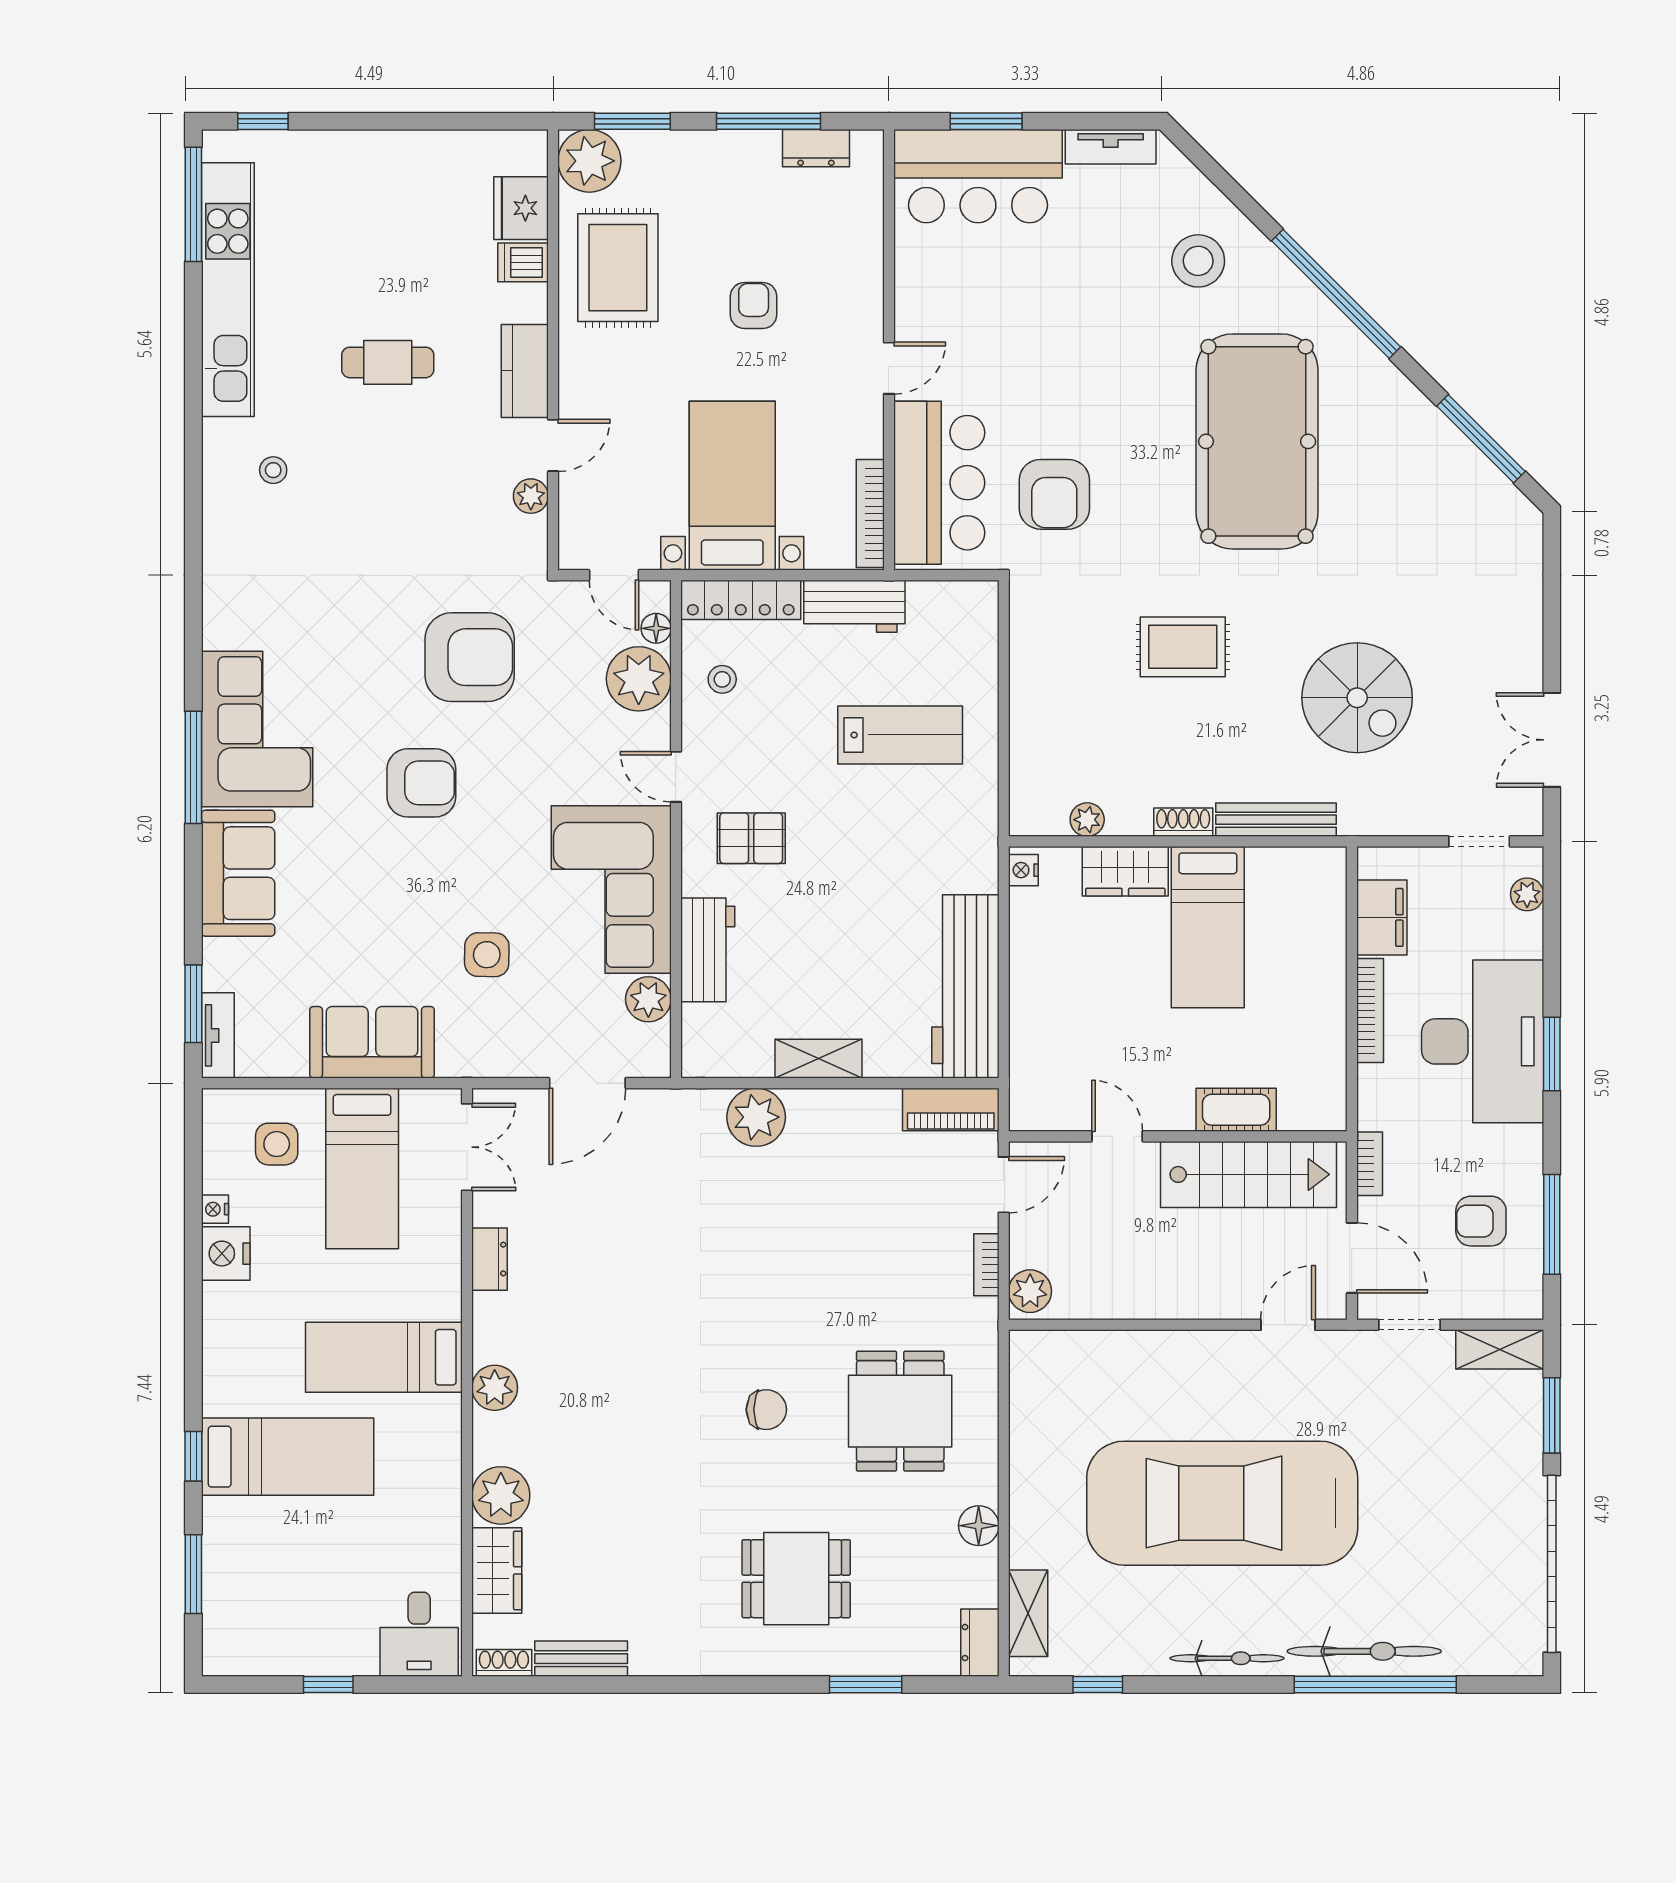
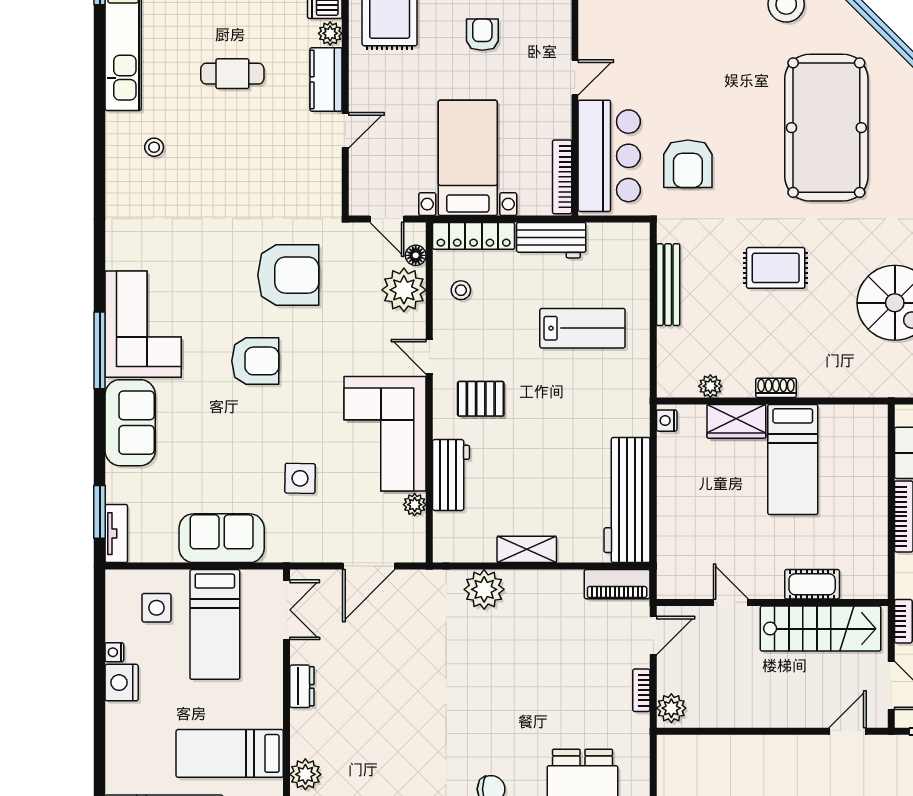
plant: (531, 496) -> (330, 33), moved
bench: (1276, 820) -> (668, 285), moved, turned 90
plant: (648, 999) -> (415, 505), width x0.73, depth x0.73

